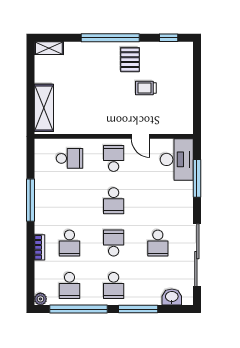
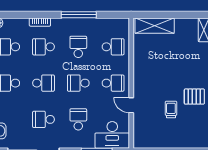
door: (141, 136) -> (131, 105), hinge flipped
school desk: (69, 158) -> (113, 47), turned -90
school desk: (69, 201) -> (78, 47), added
school desk: (158, 201) -> (78, 119), added

